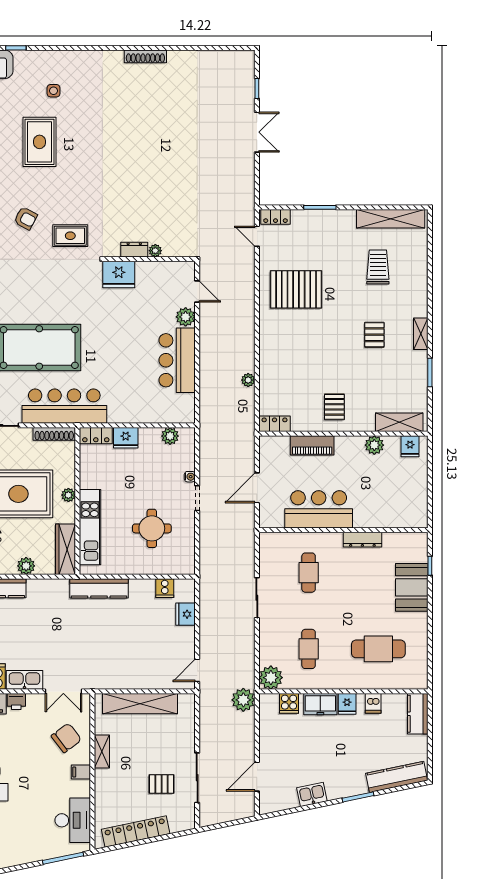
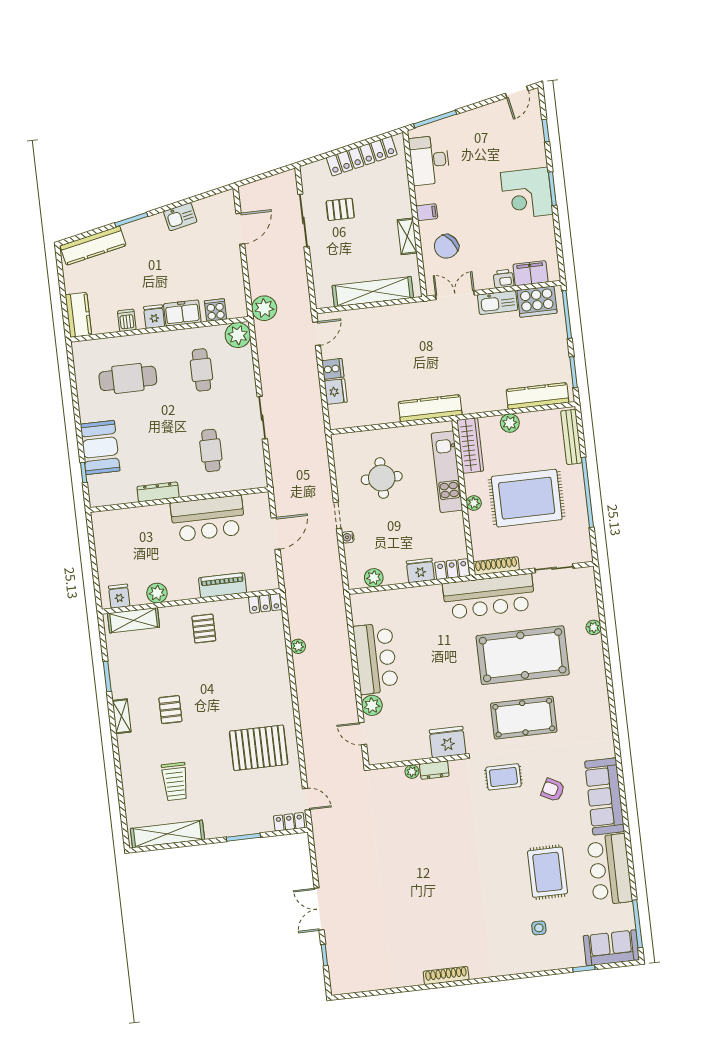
pool table: (45, 289) -> (524, 718), added
cooker: (165, 588) -> (333, 369), moved, turned 90

